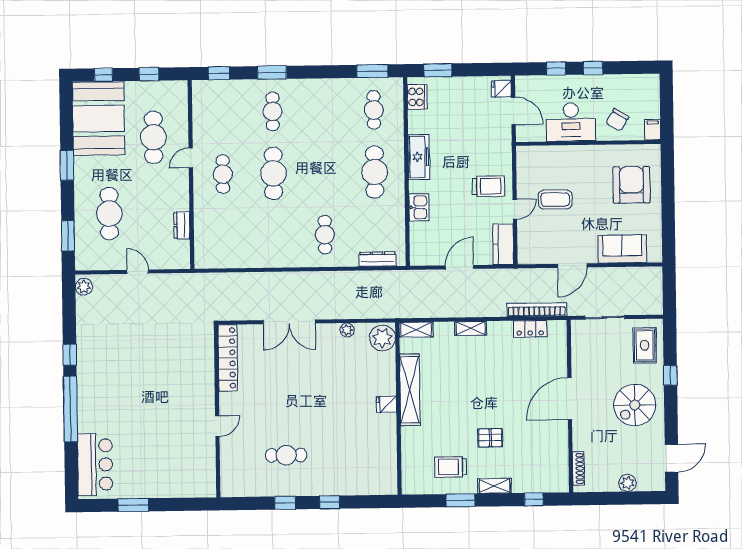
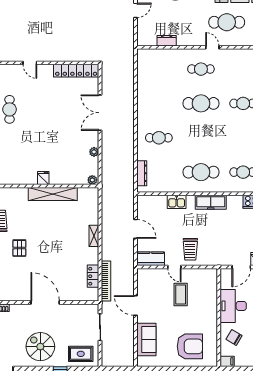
shelving: (416, 330) -> (94, 199), removed
plant: (382, 338) -> (92, 180), width x0.53, depth x0.53

